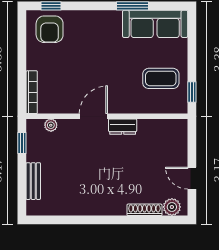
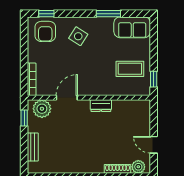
sofa: (155, 24) -> (132, 27), width x0.73
side table: (93, 36) -> (78, 36), added
door: (93, 116) -> (67, 98), moved
plant: (51, 125) -> (42, 109), width x1.88, depth x1.88

